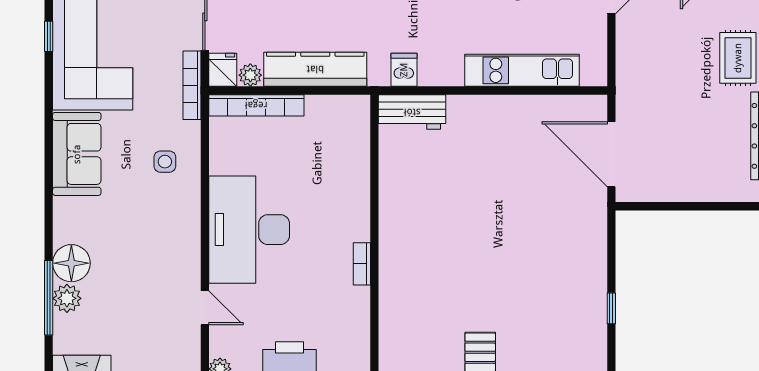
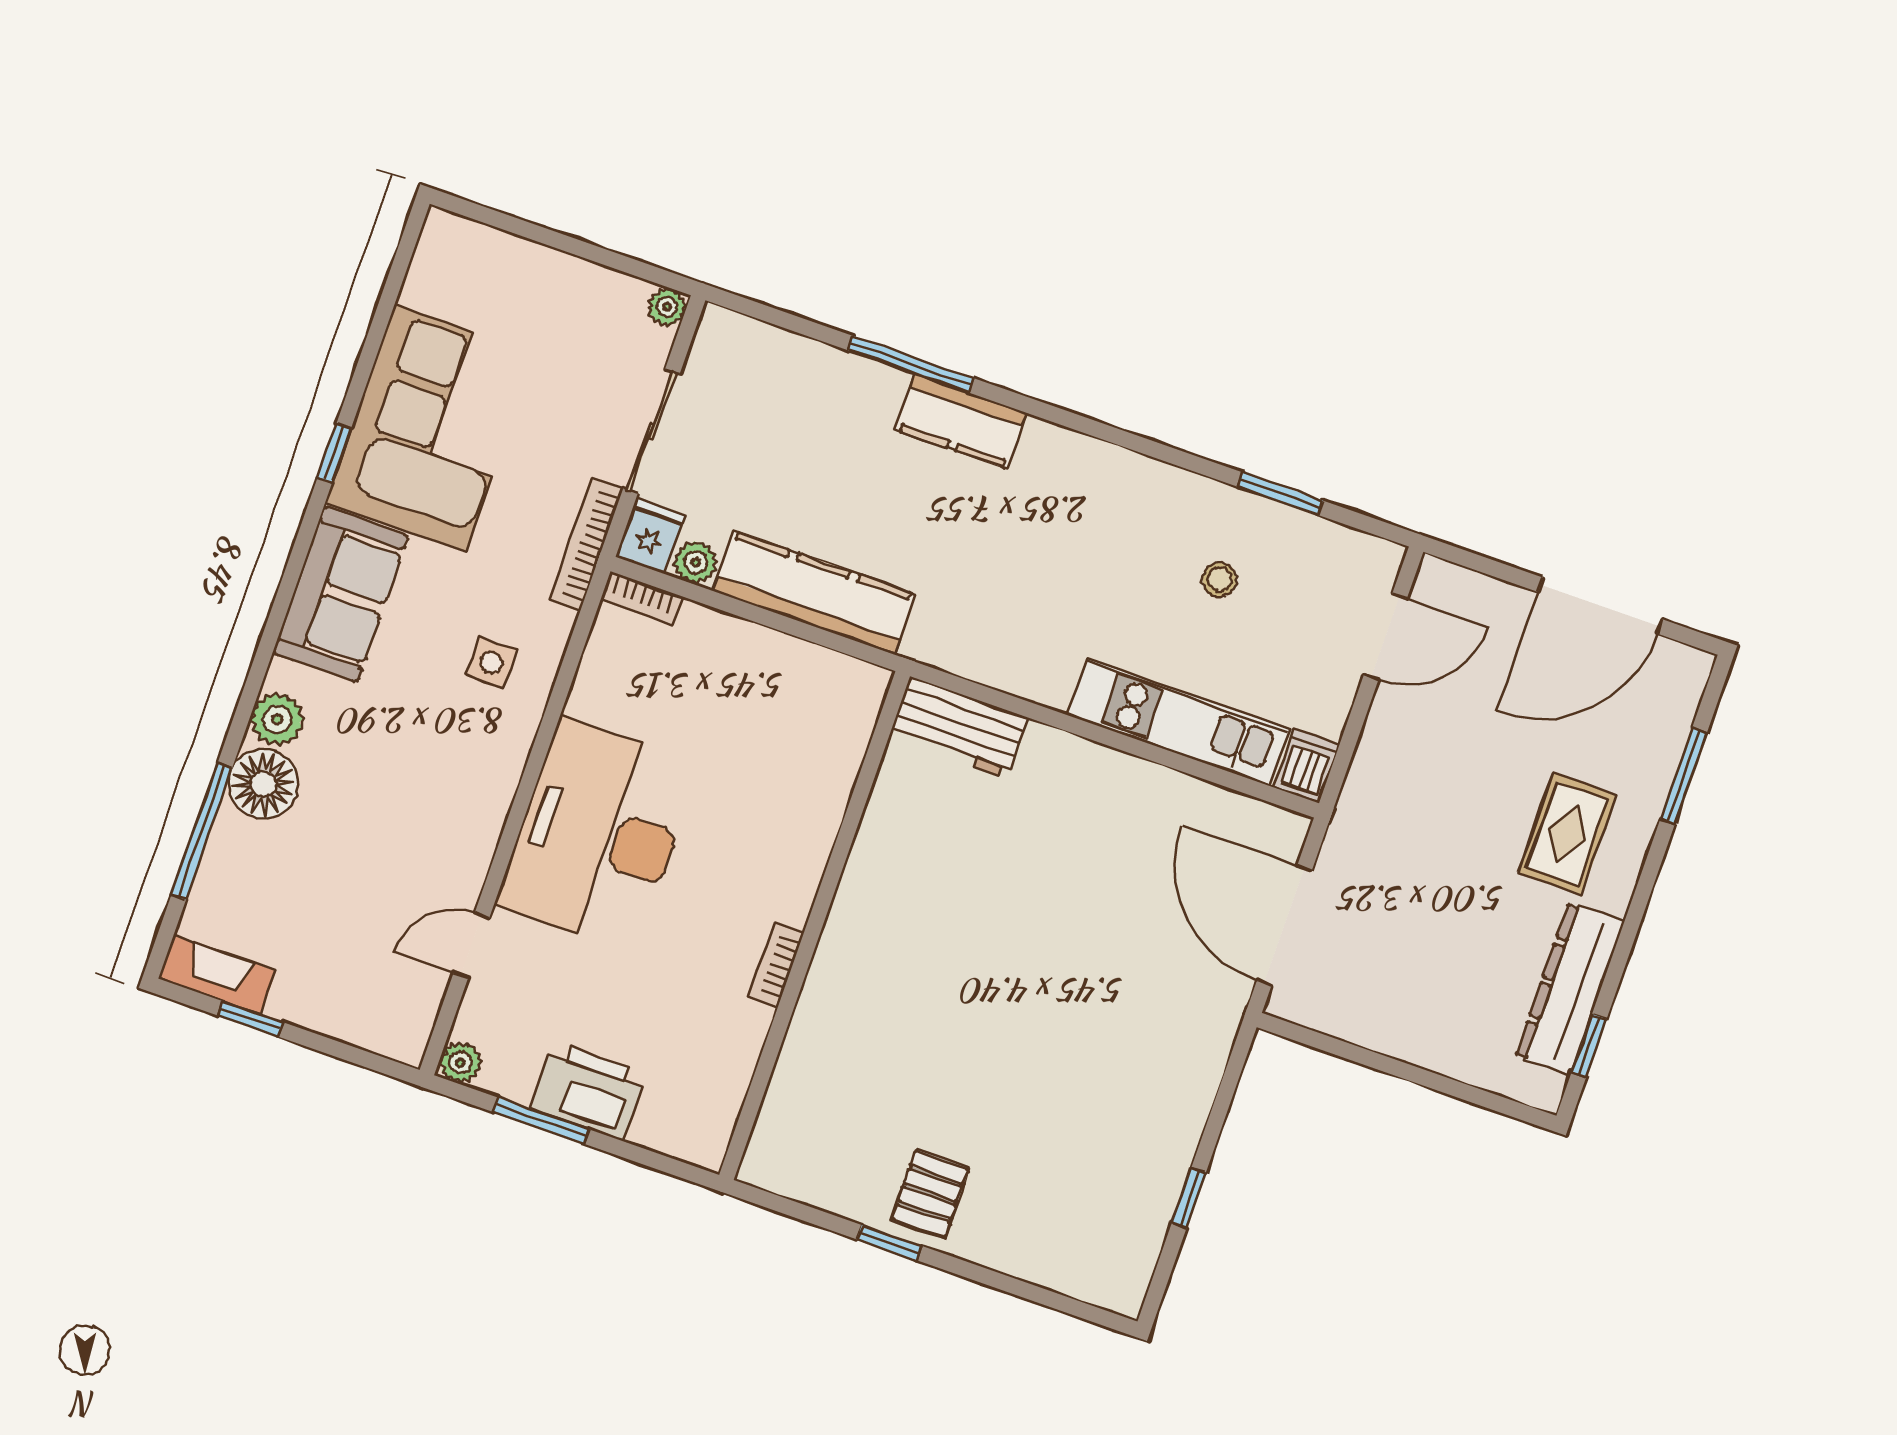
window: (49, 36) -> (334, 453), moved
dishwasher: (404, 70) -> (1306, 766), moved
bookcase: (256, 105) -> (642, 598), width x0.43, depth x0.76
plant: (67, 298) -> (277, 719), moved
door: (205, 308) -> (471, 945), swing flipped

